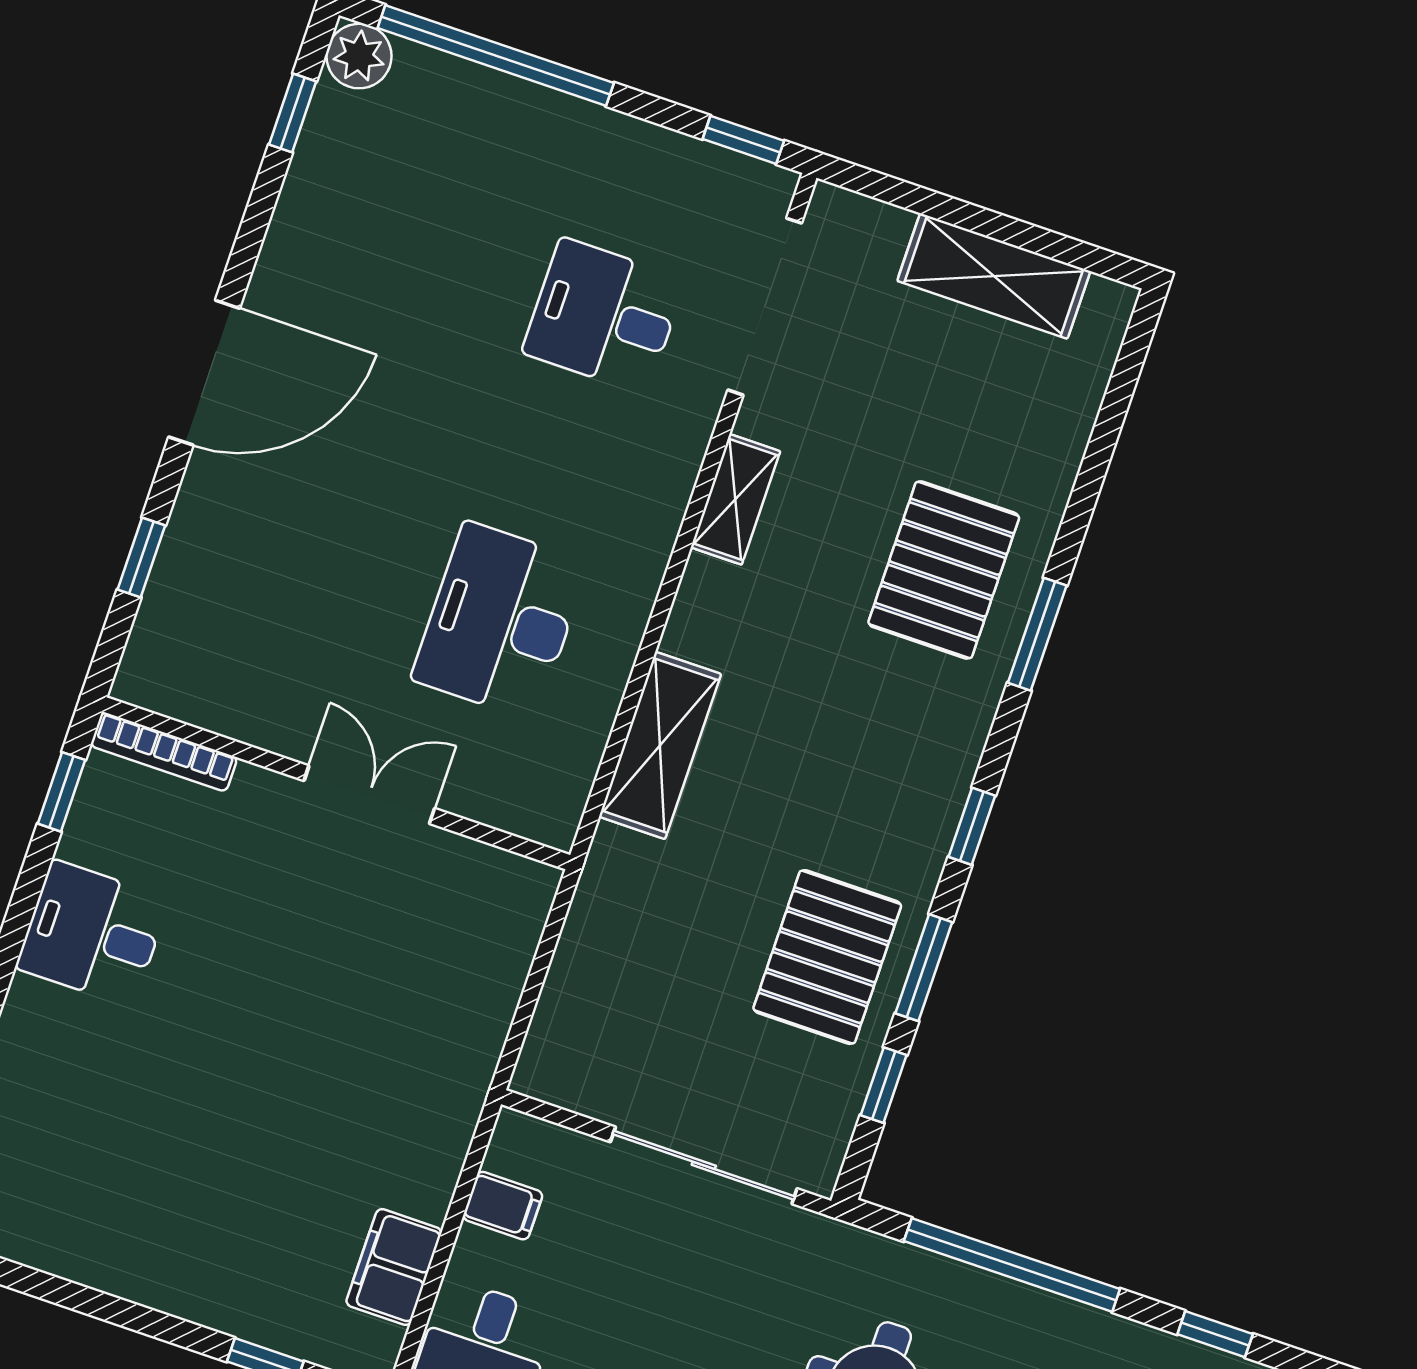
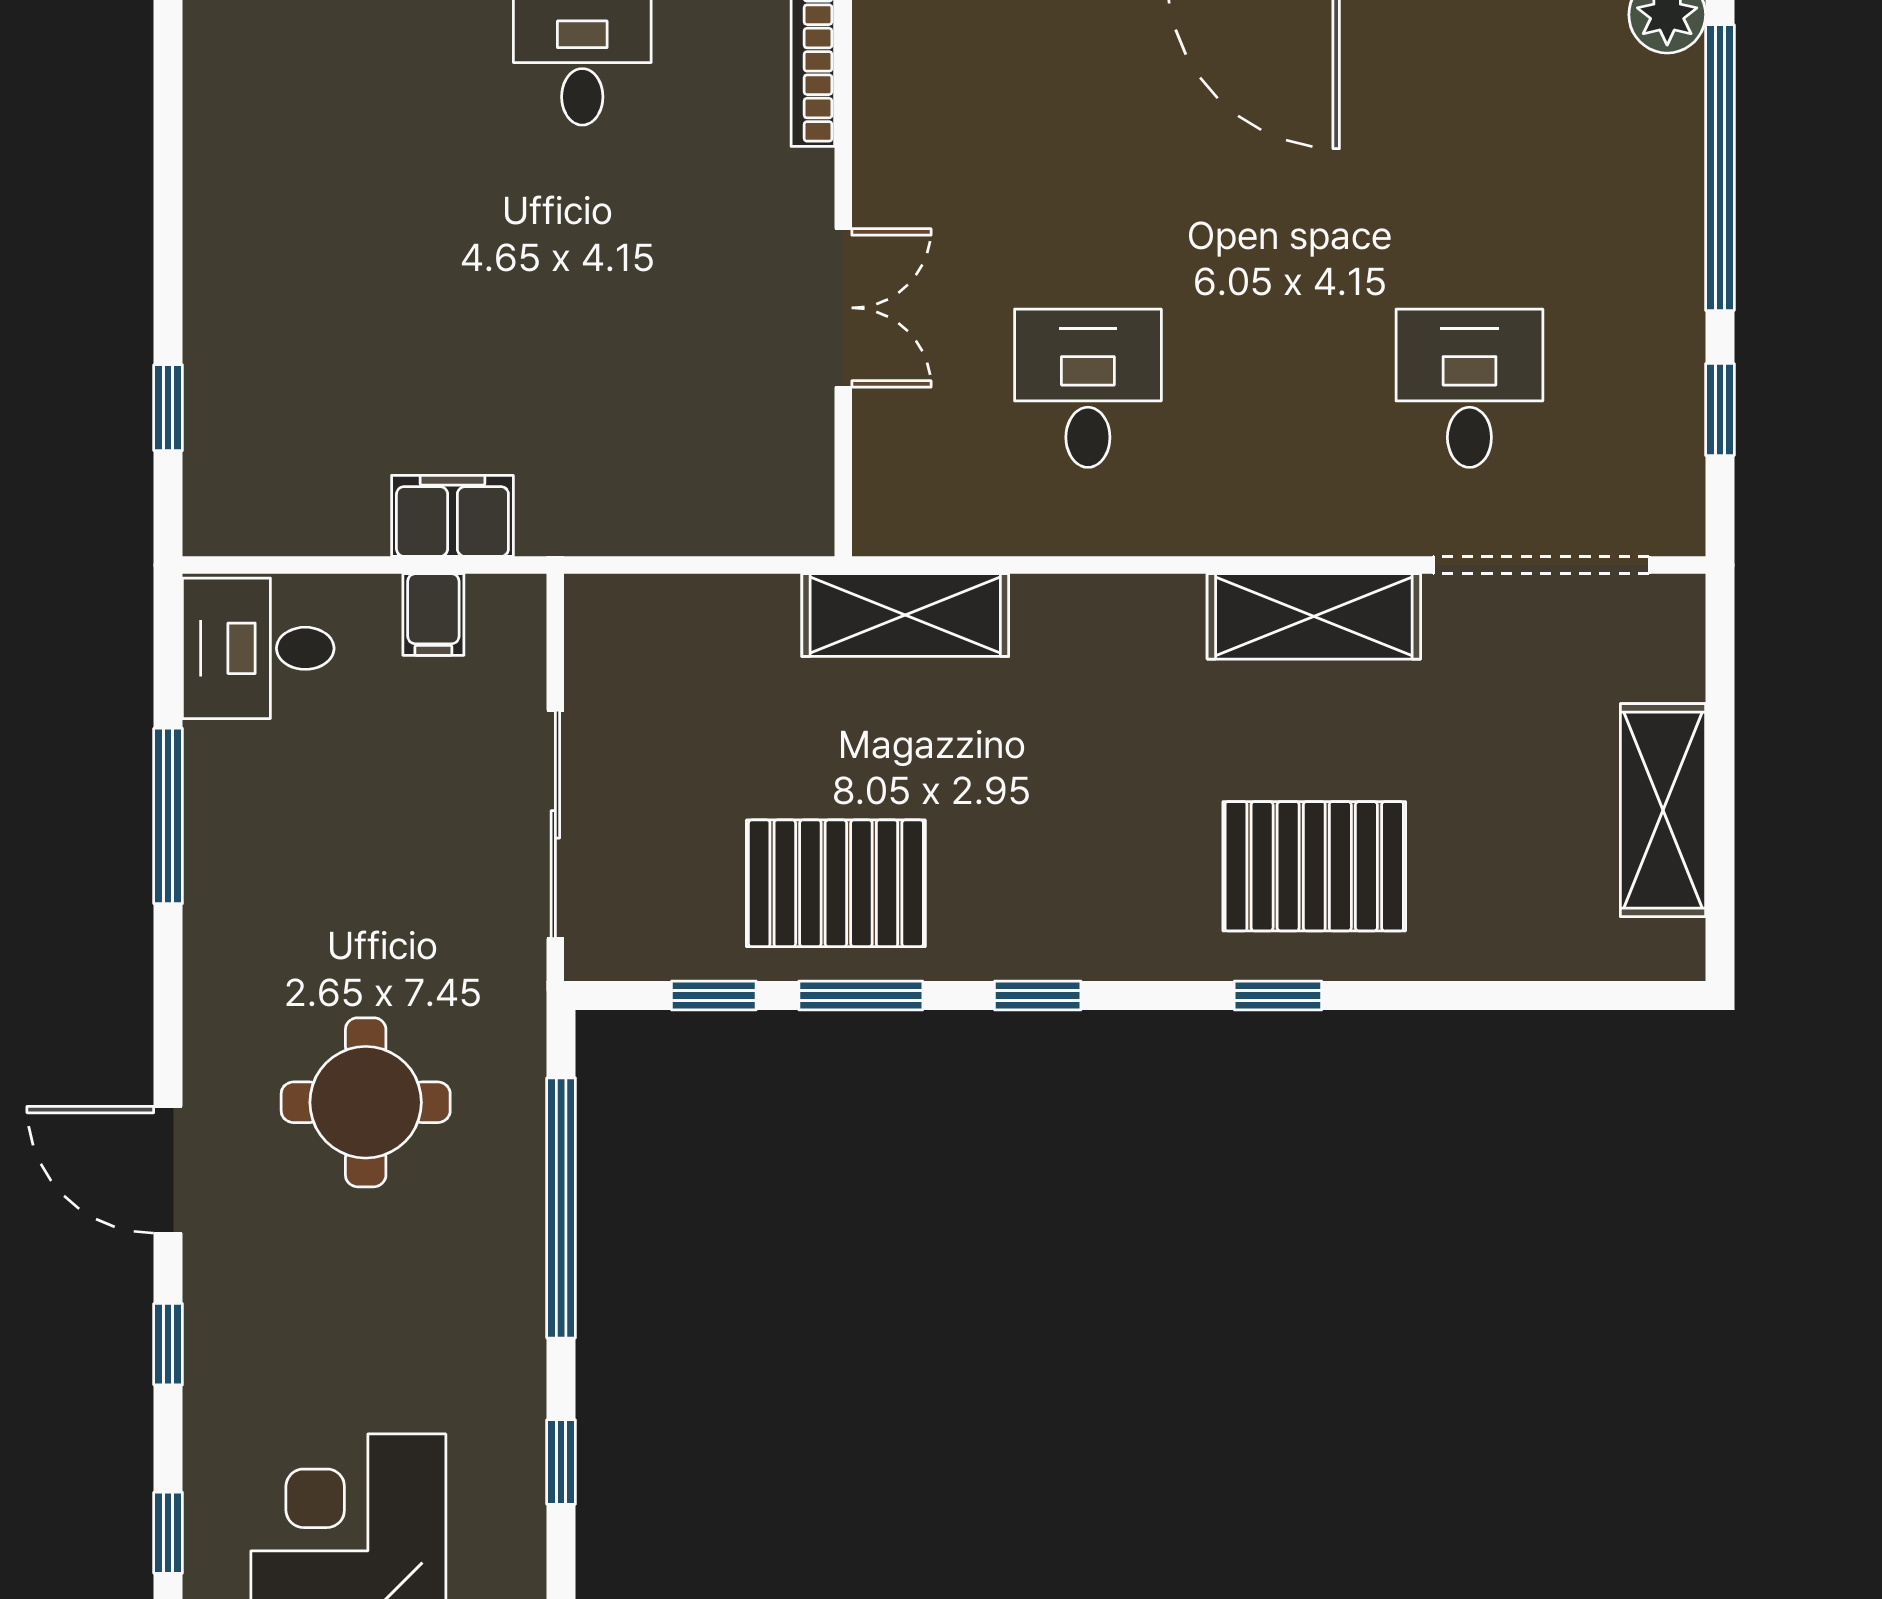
window: (743, 140) -> (1720, 410), moved
shelving: (735, 499) -> (1314, 616), width x1.50, depth x1.33
desk: (500, 621) -> (1088, 388), width x0.73
window: (1037, 634) -> (1278, 995), width x0.67
shelving: (660, 745) -> (905, 615), moved
filing cabinet: (394, 1267) -> (452, 516), moved

